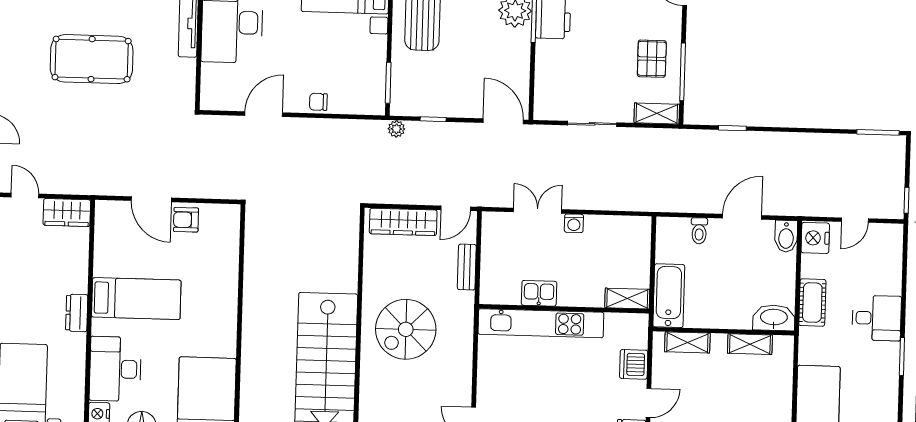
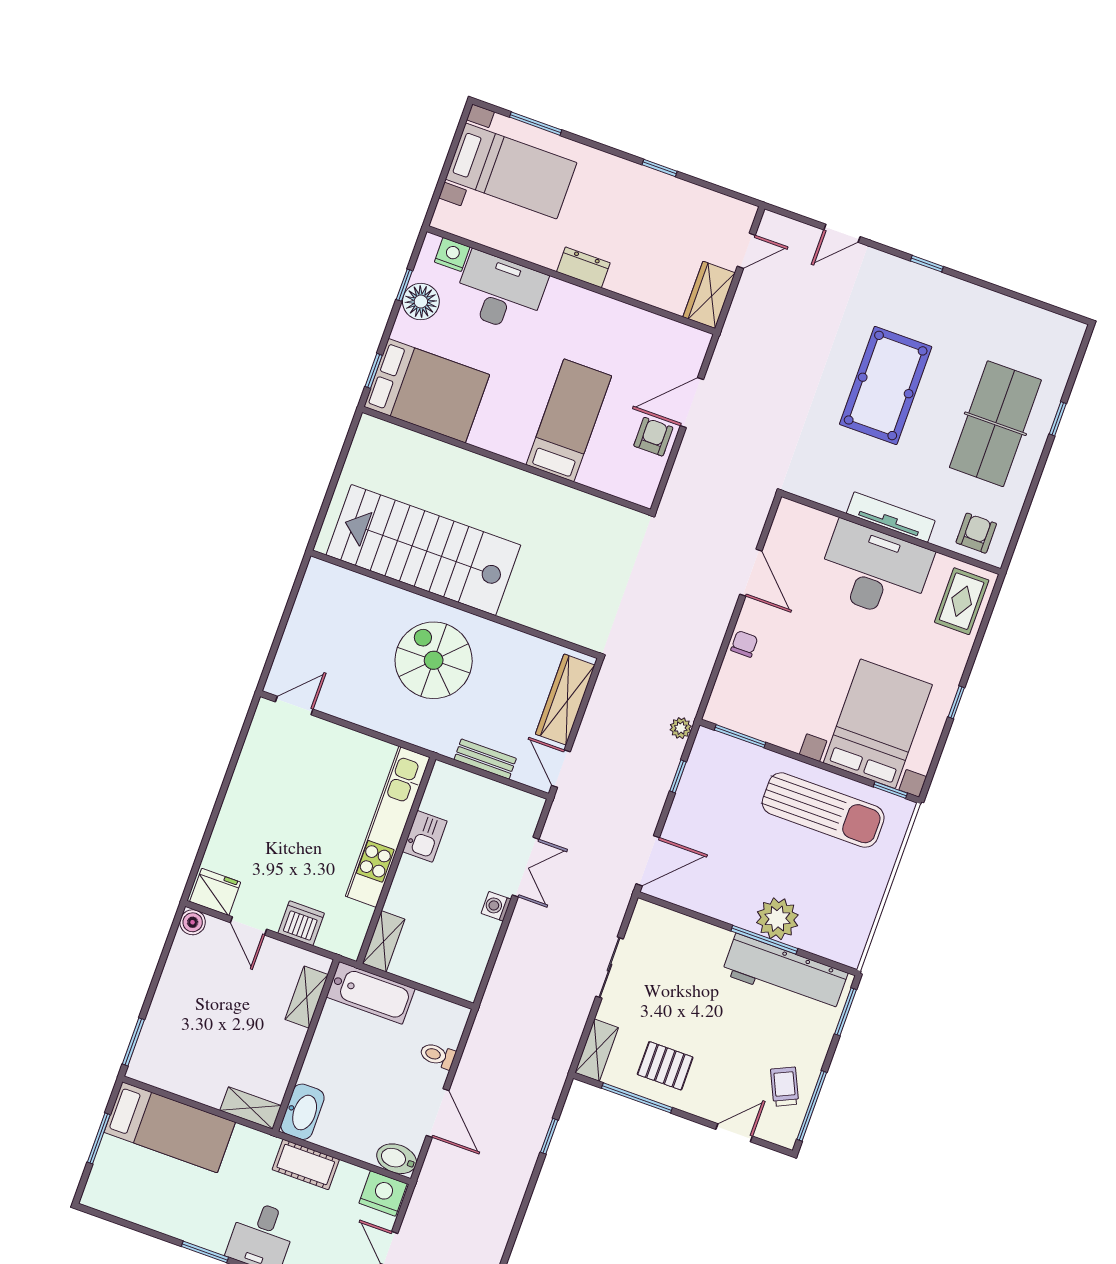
bed: (136, 299) -> (569, 420), moved, turned 180
shelving: (750, 344) -> (251, 1108), moved, turned 90

